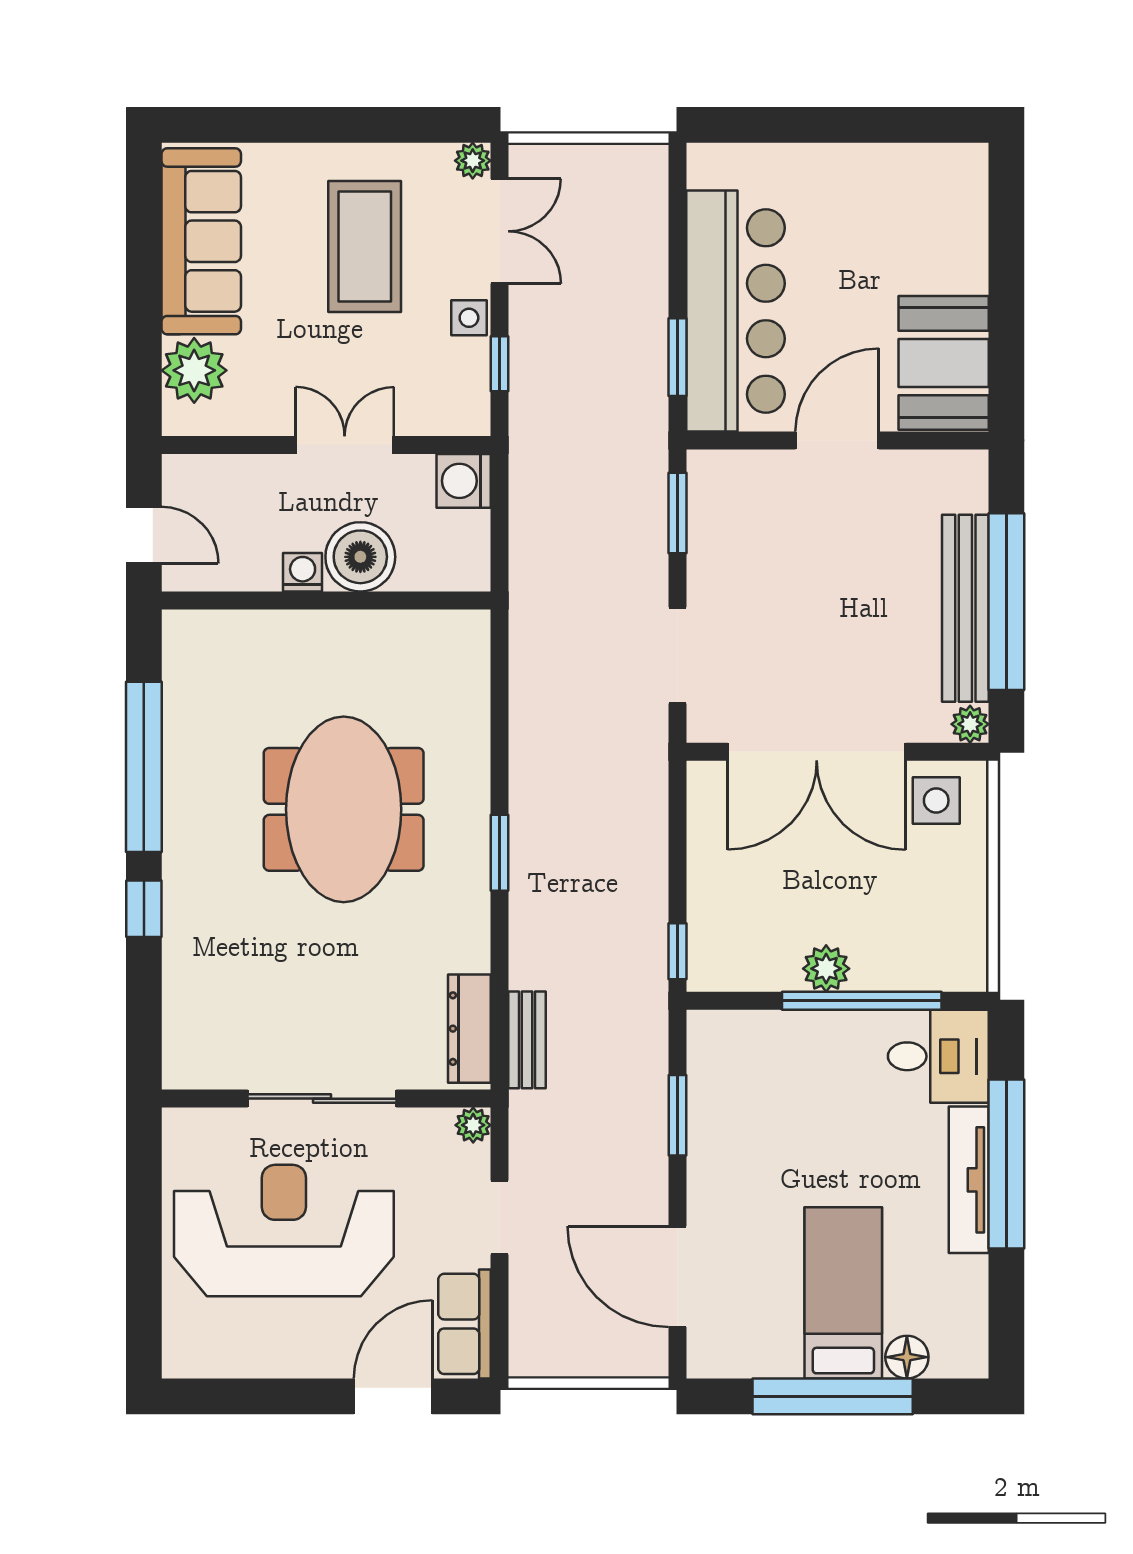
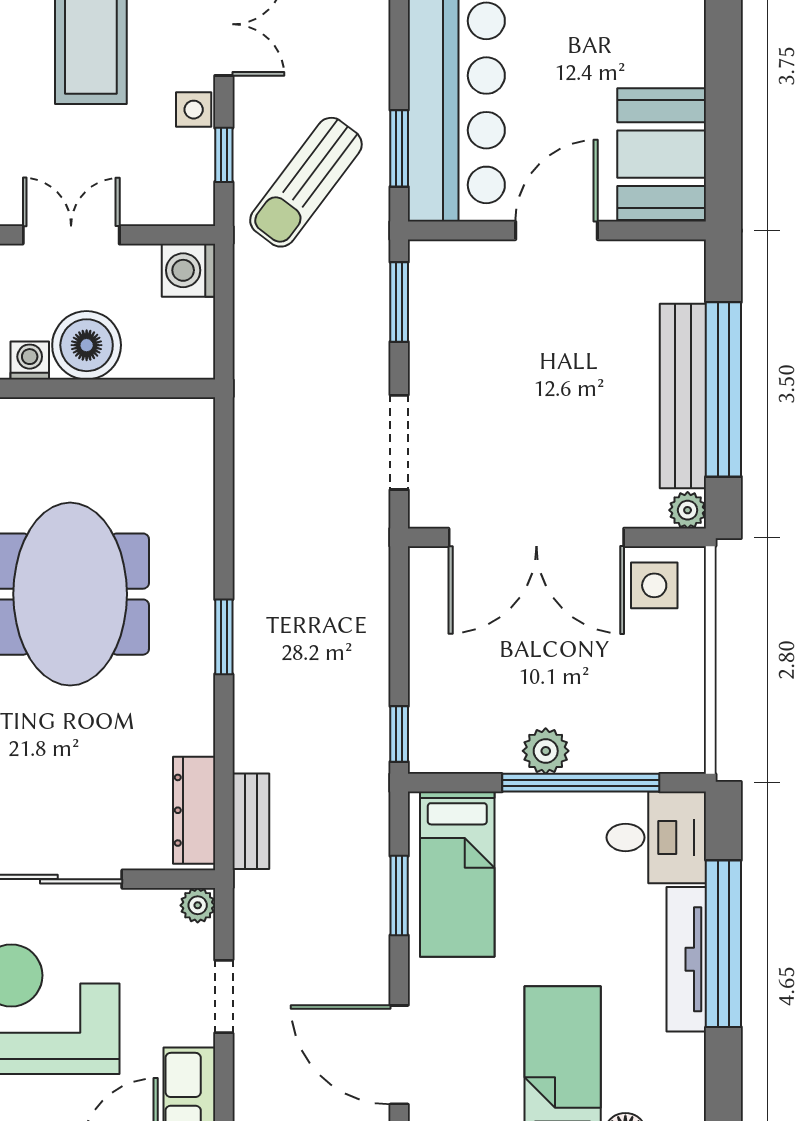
sun lounger: (583, 391) -> (306, 182), added
bed: (736, 1093) -> (457, 874), added

